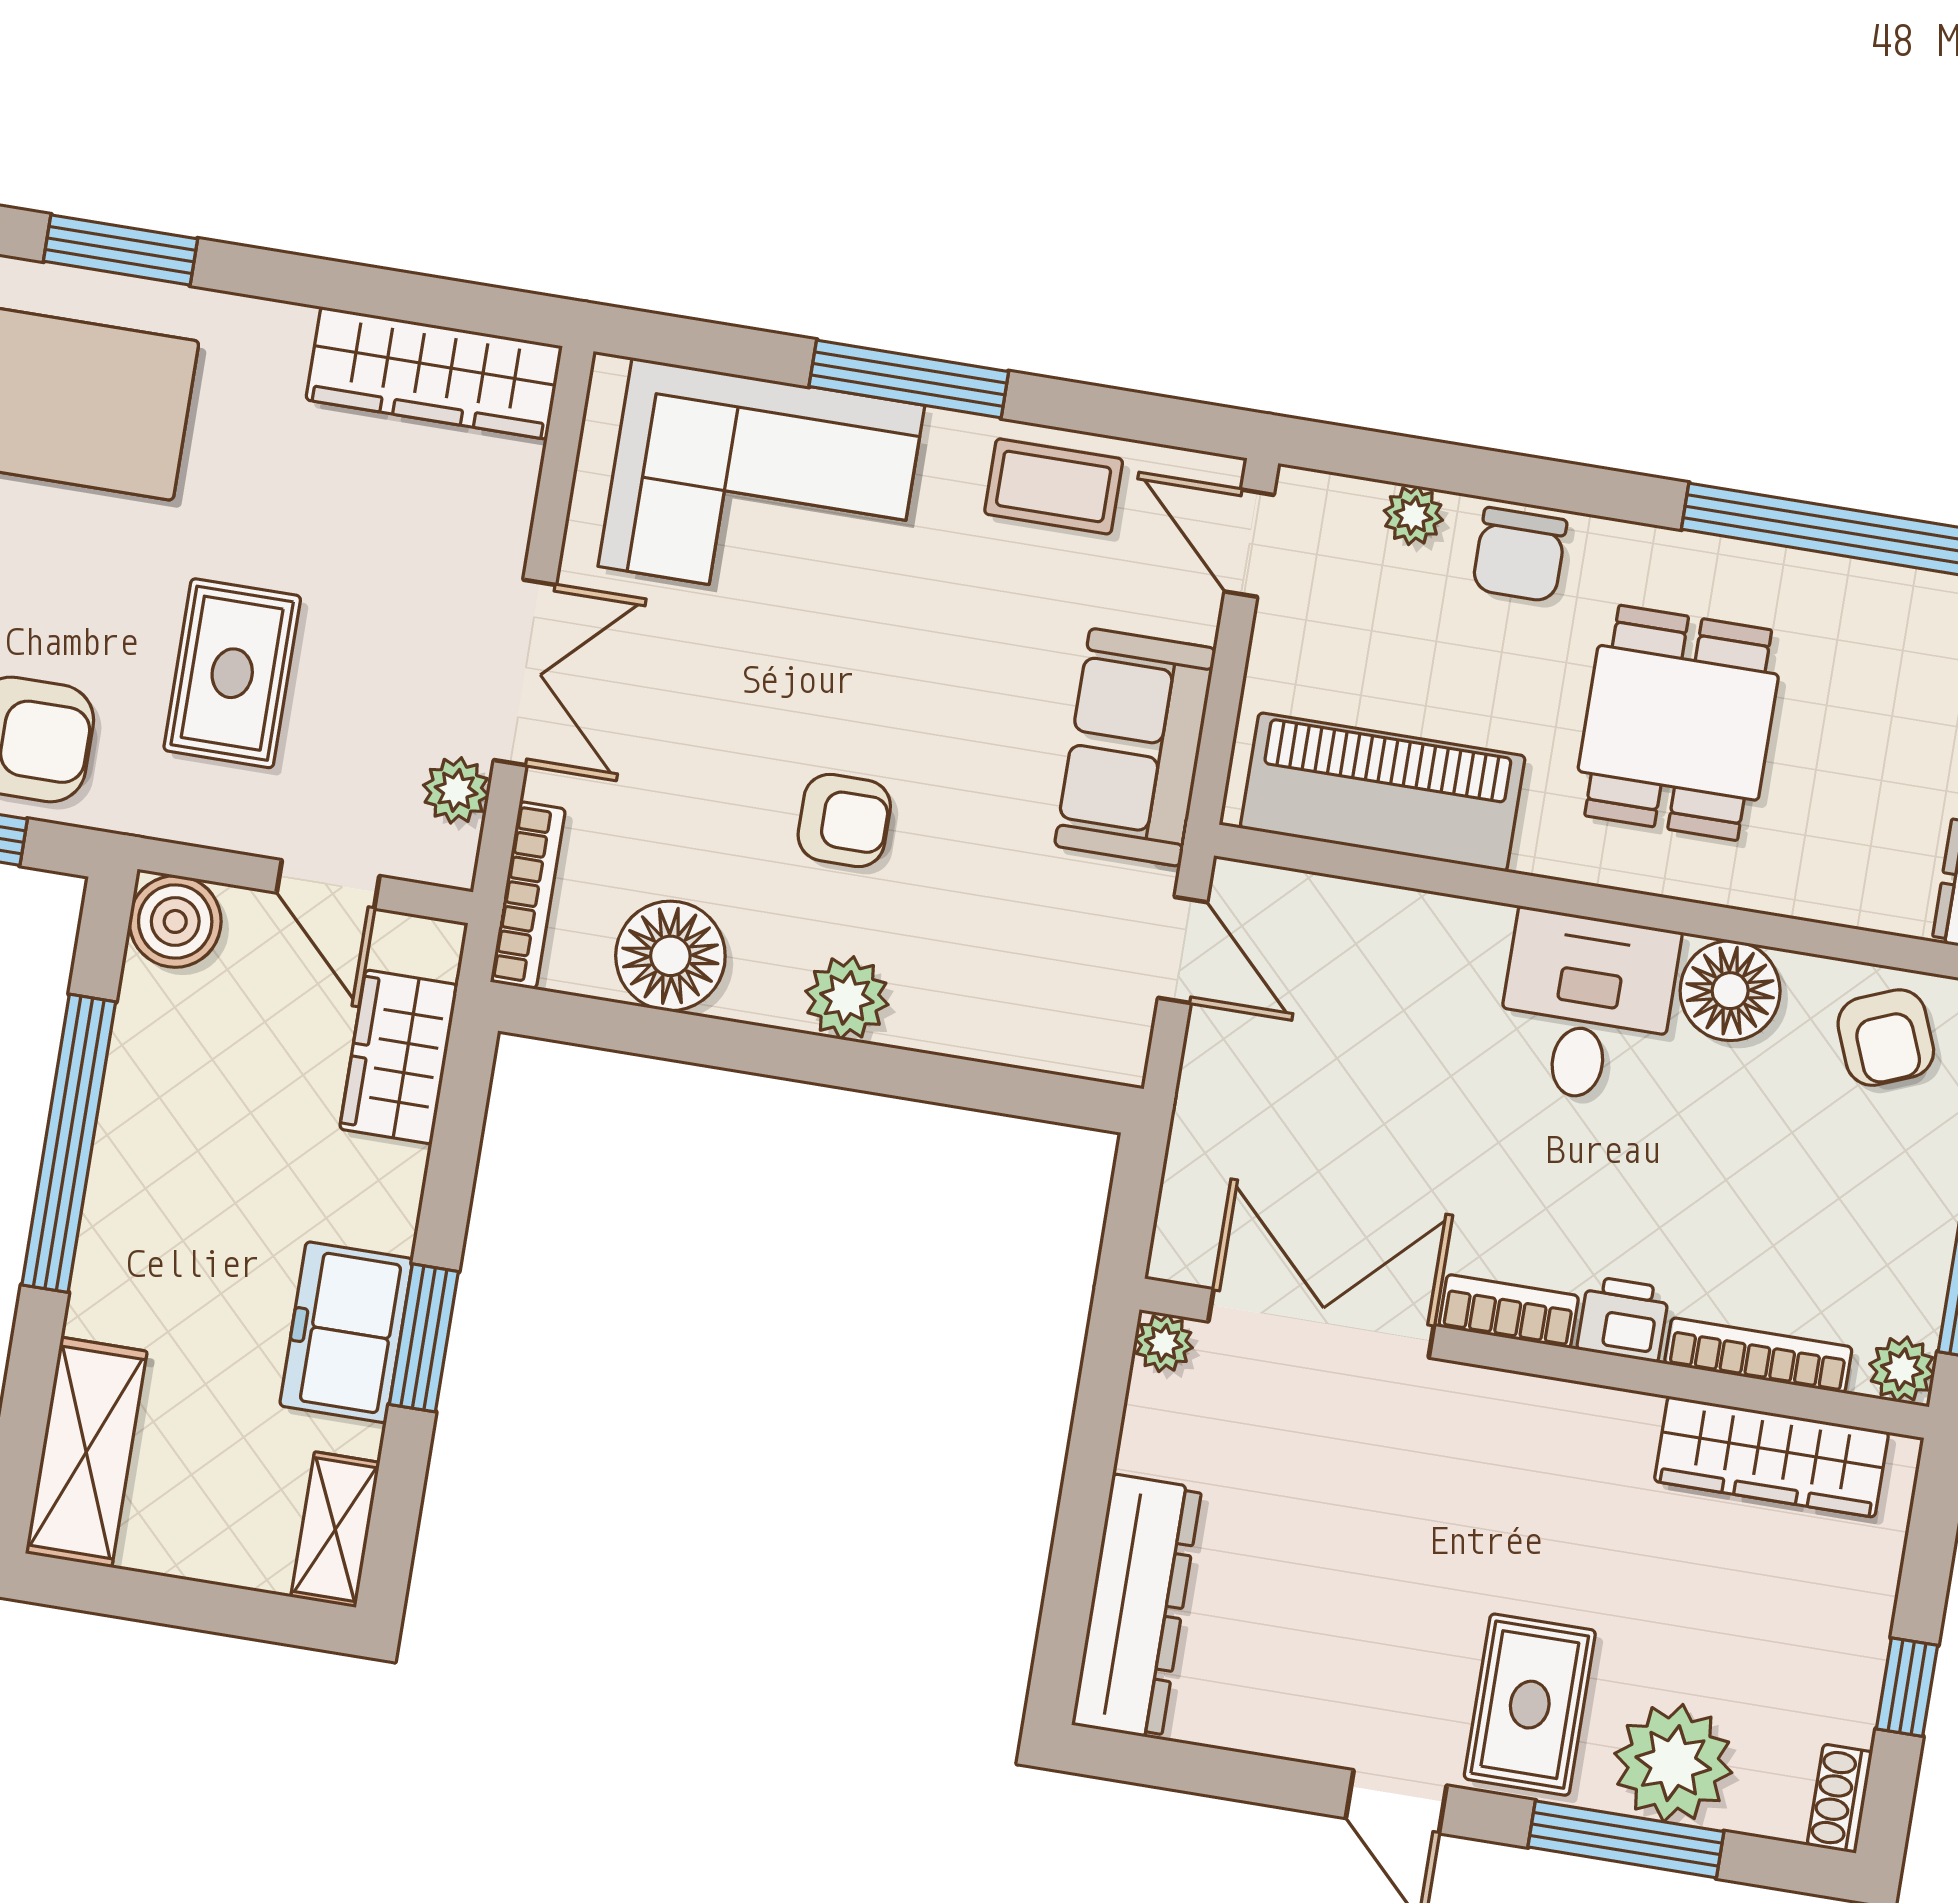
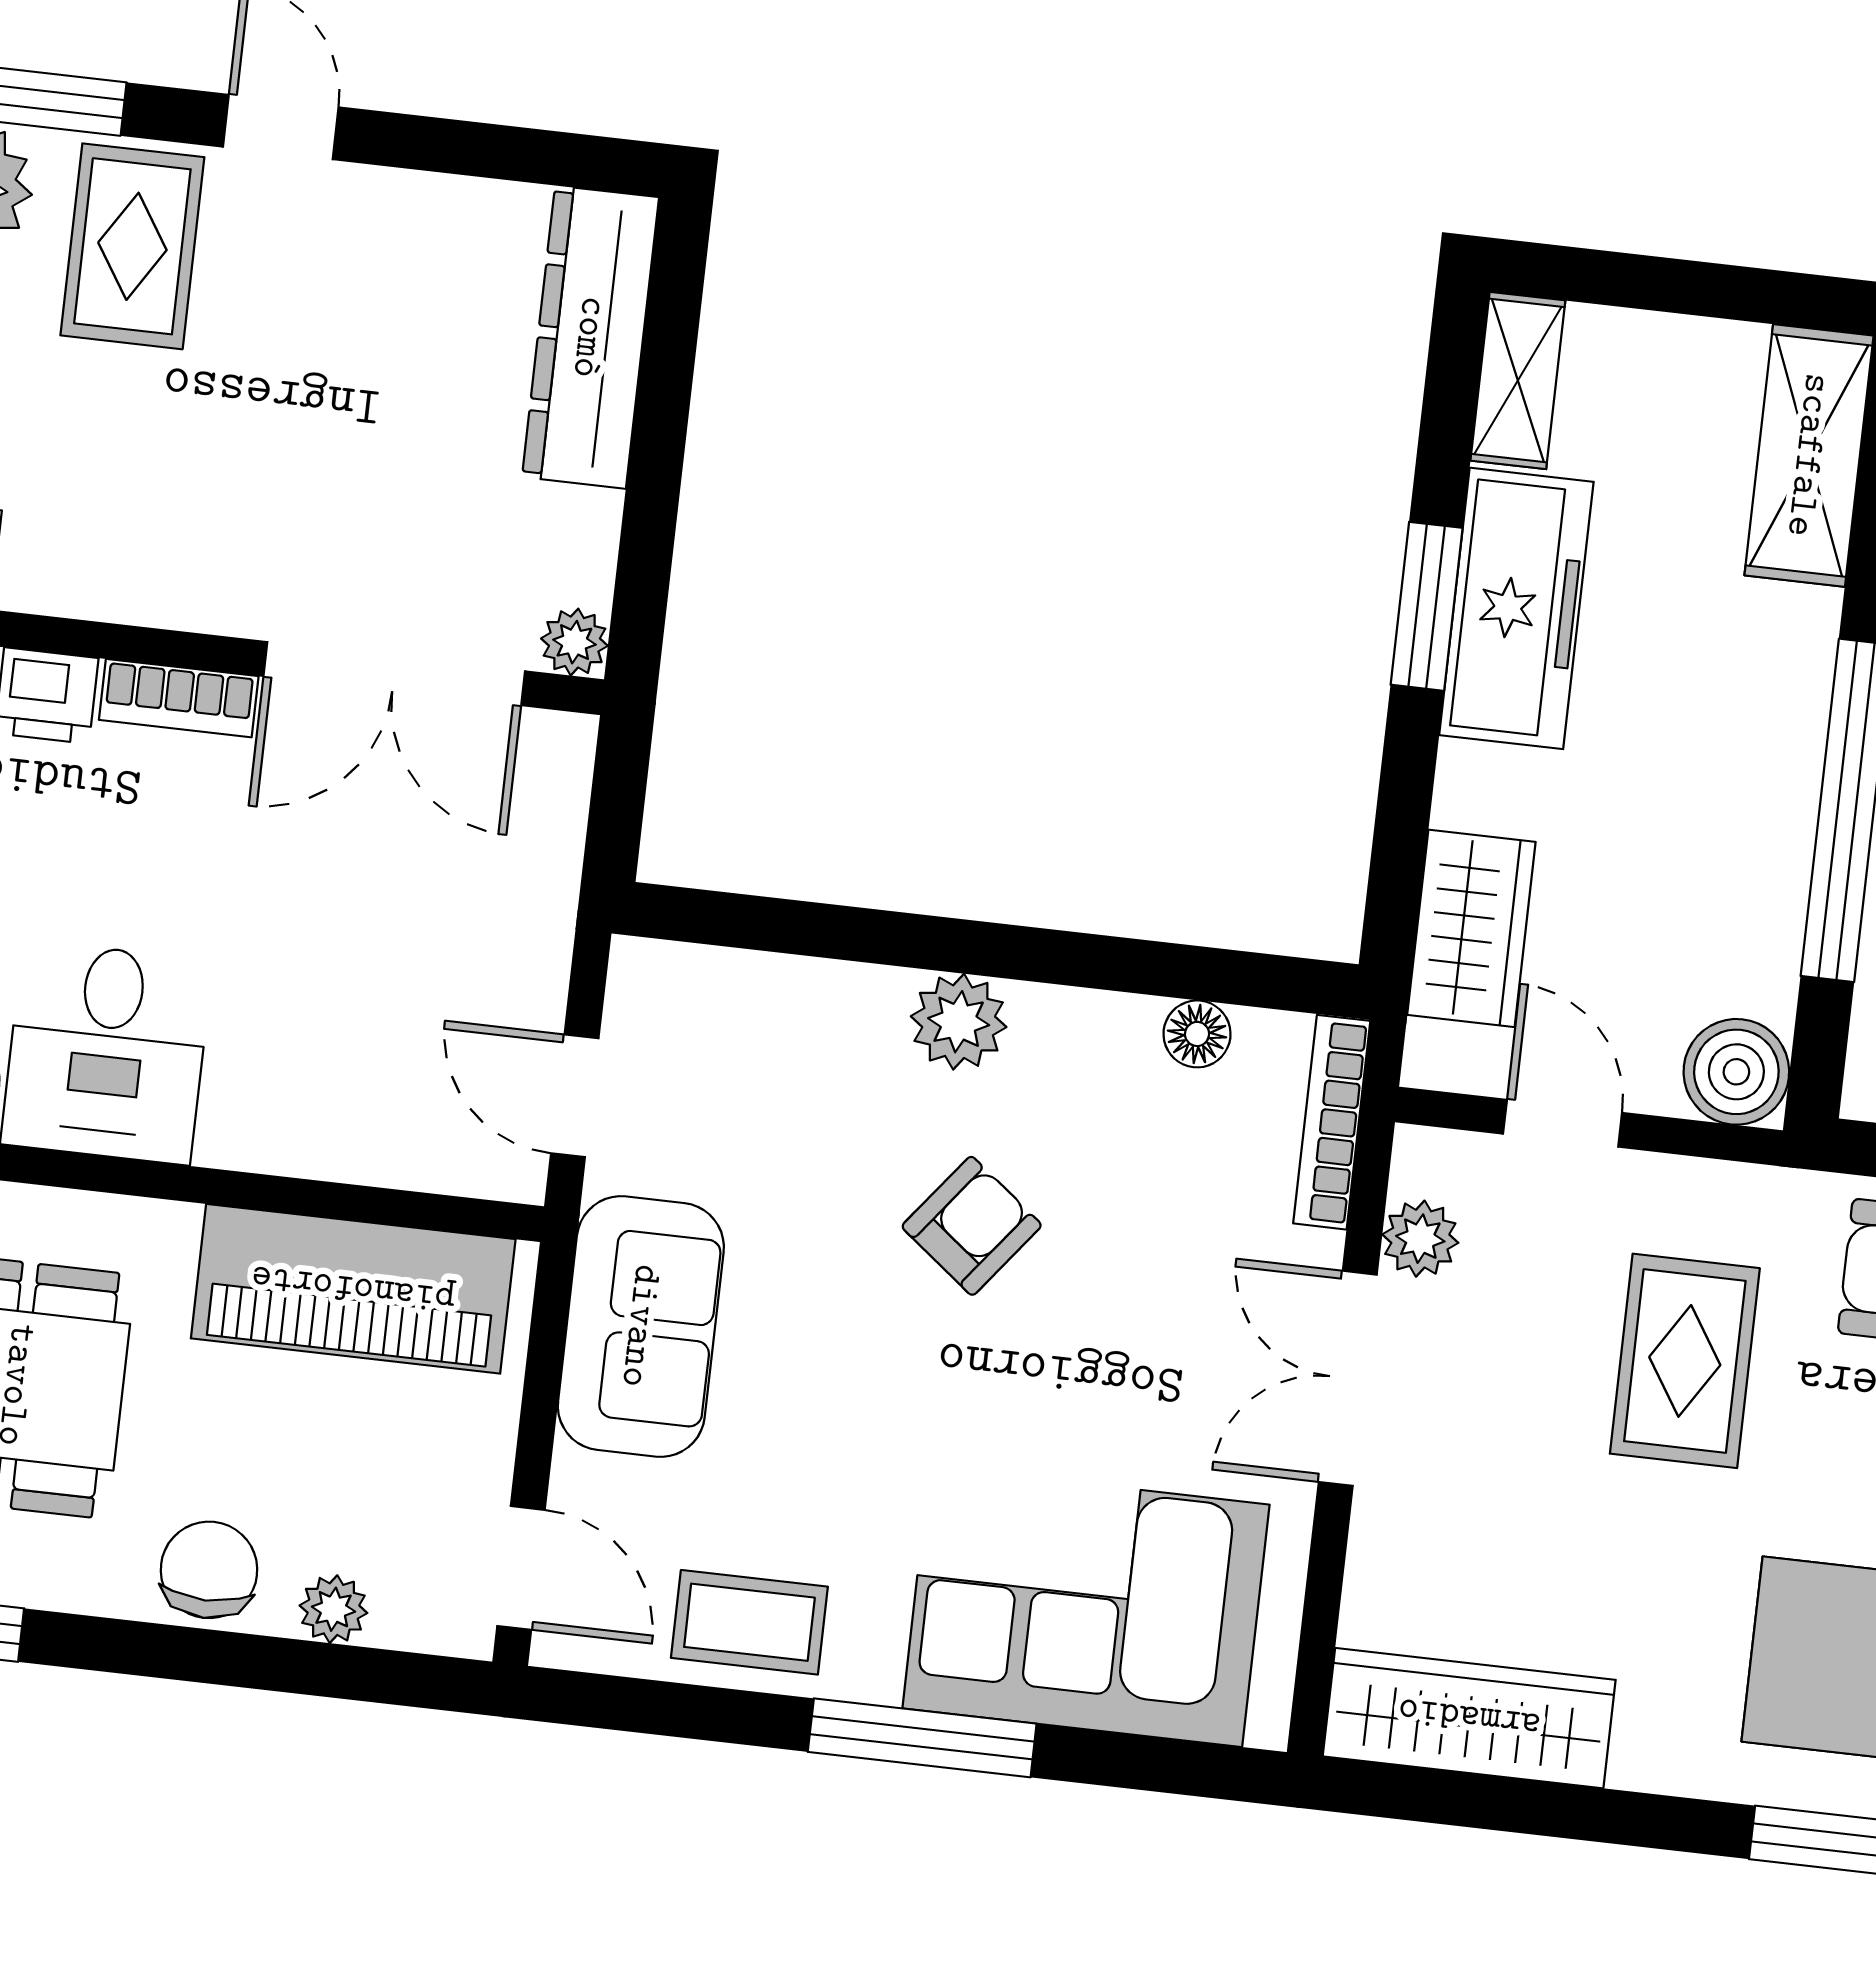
armchair: (844, 820) -> (972, 1226), turned 128
floor lamp: (670, 956) -> (1197, 1034), width x0.53, depth x0.53
freezer: (346, 1332) -> (1516, 608), width x1.40

